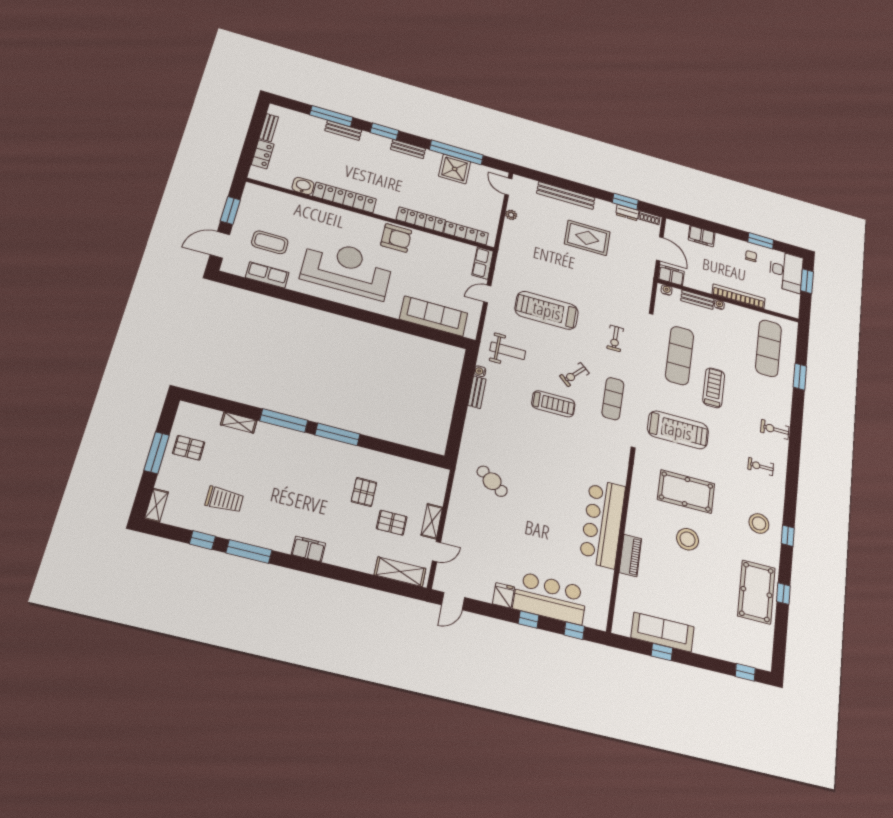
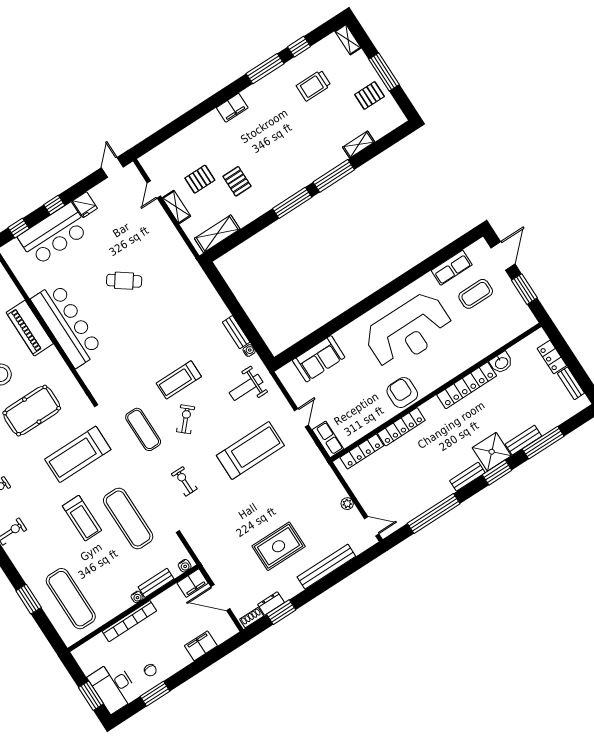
shower: (455, 169) -> (492, 452), moved
armchair: (396, 238) -> (402, 393), turned 90
sofa: (434, 316) -> (319, 359), width x0.73
cafe table: (492, 481) -> (124, 281), moved
piano: (630, 555) -> (30, 328), width x1.37, depth x1.33
shelving: (400, 572) -> (217, 234), moved

